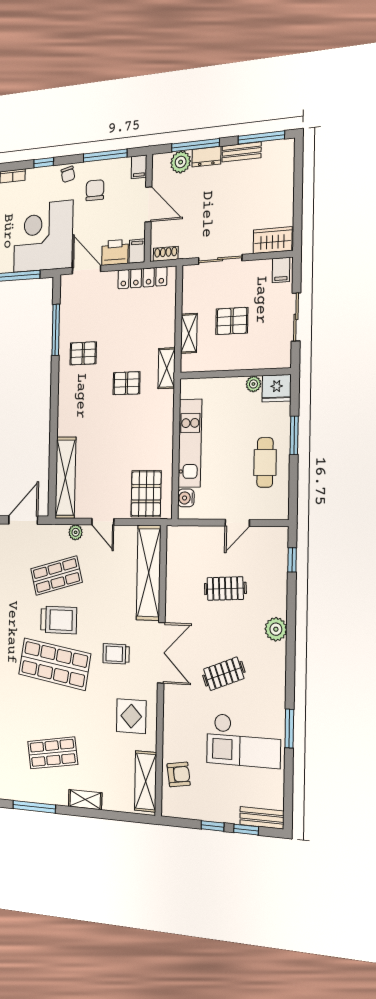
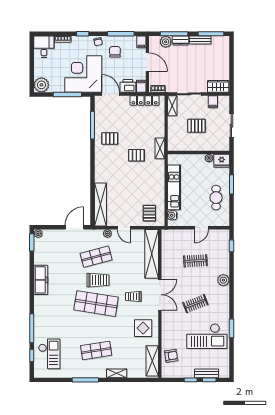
filing cabinet: (281, 270) -> (213, 102), moved
shelving: (189, 333) -> (172, 106), moved
pallet: (146, 494) -> (149, 213), width x0.67, depth x0.71
bench: (262, 818) -> (206, 373), moved

